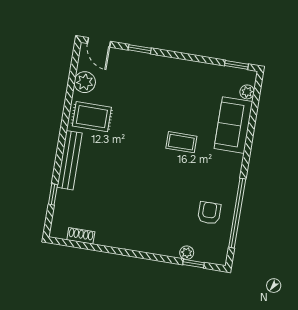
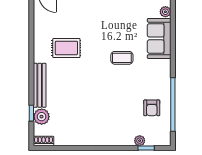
plant: (85, 82) -> (42, 117), moved
rug: (92, 117) -> (66, 48), moved
armchair: (209, 213) -> (152, 108), turned 180
shoe rack: (81, 236) -> (44, 141), moved

